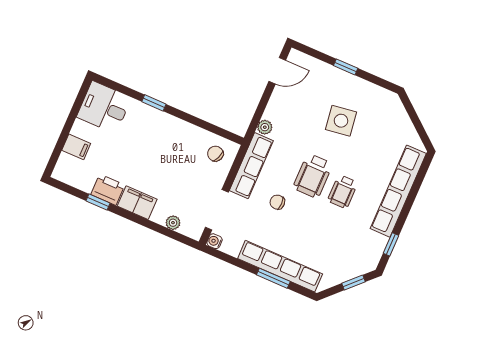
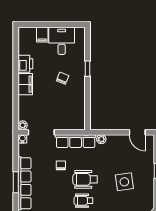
desk: (104, 107) -> (62, 41), moved
chair: (215, 154) -> (63, 78), moved
window: (98, 202) -> (16, 61), removed
plant: (173, 223) -> (23, 125), moved

